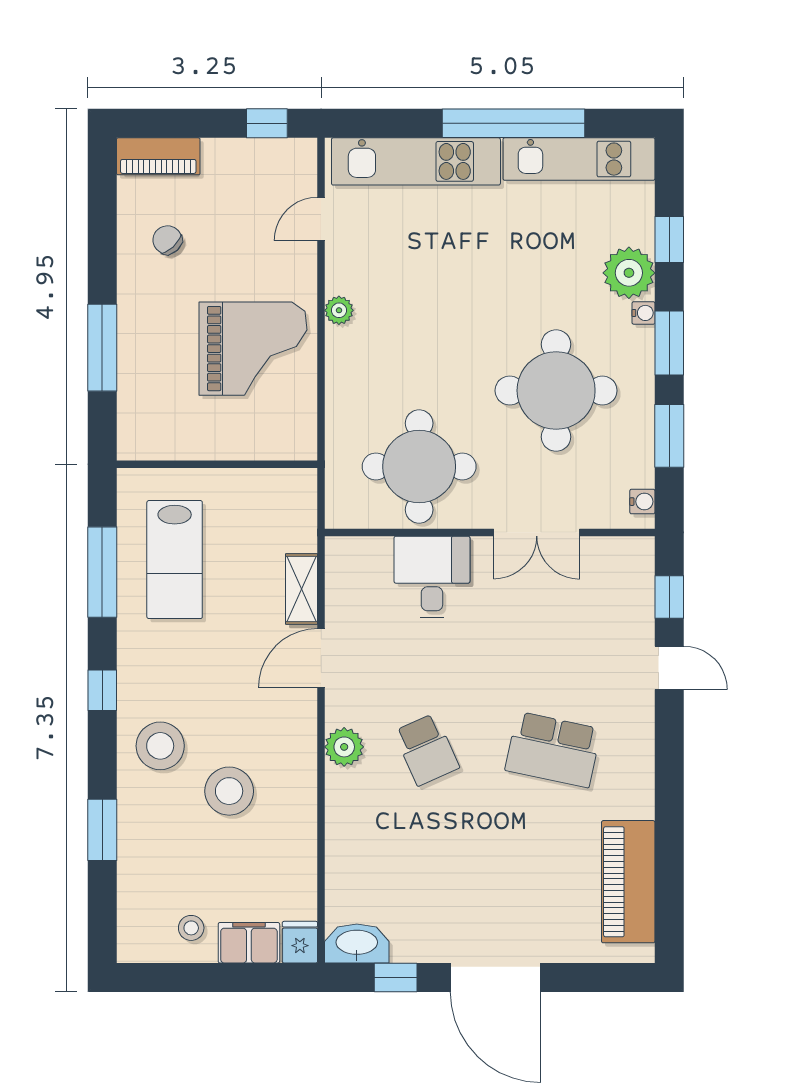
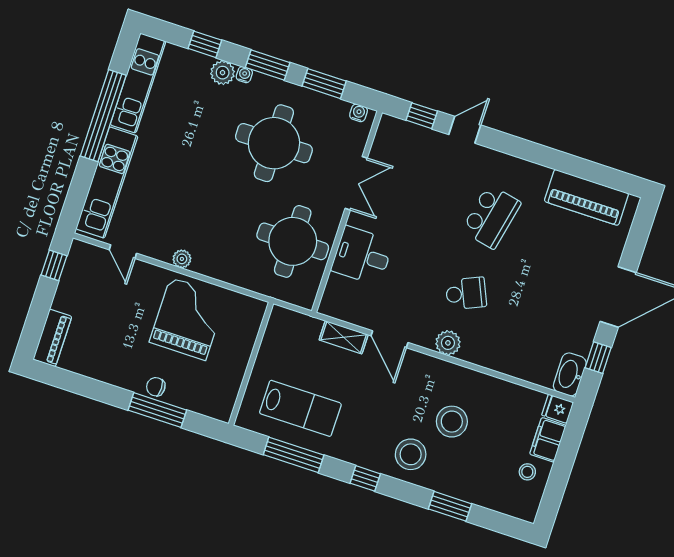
chair: (167, 240) -> (156, 387), moved, turned 43
plant: (629, 273) -> (223, 73), width x0.73, depth x0.73

